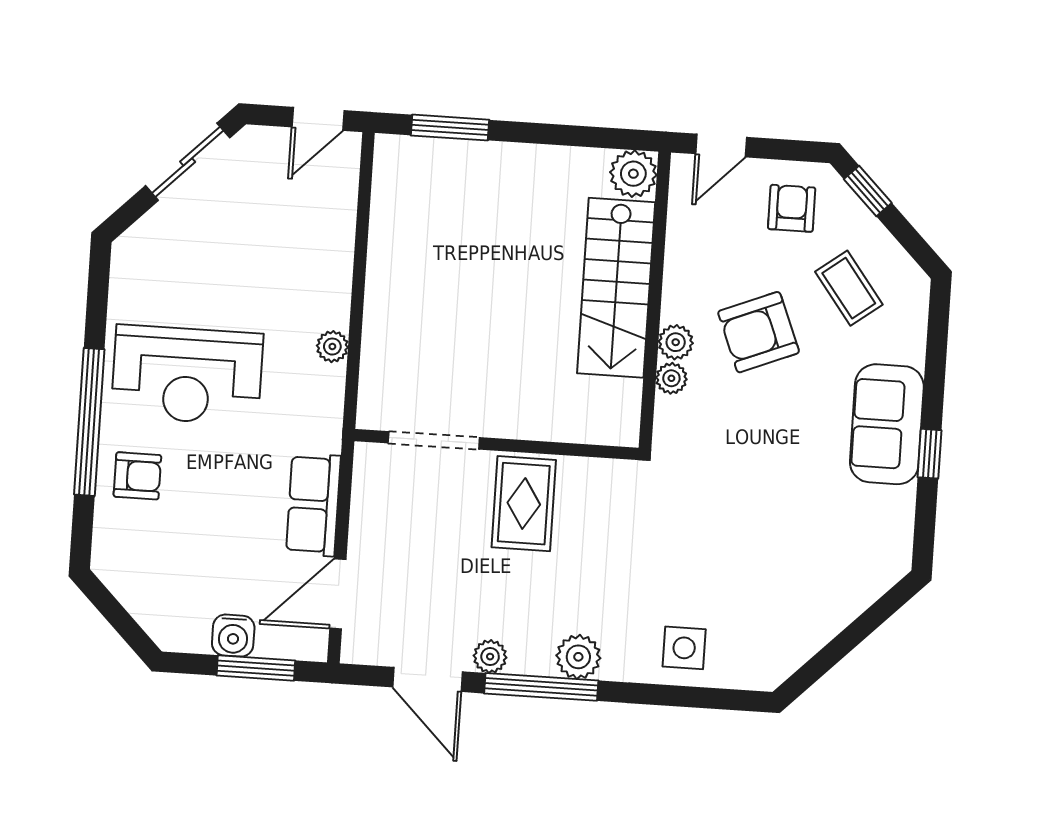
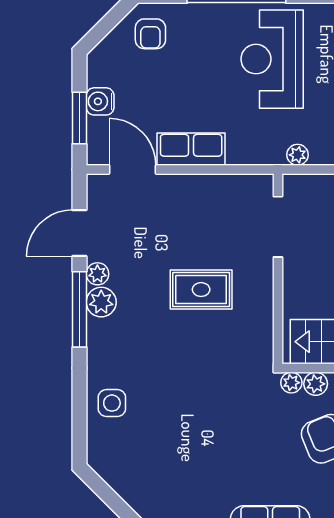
doorway: (434, 440) -> (278, 227), moved
wall: (497, 444) -> (278, 269), moved
armchair: (137, 476) -> (150, 34), moved
plant: (578, 657) -> (101, 302), moved

